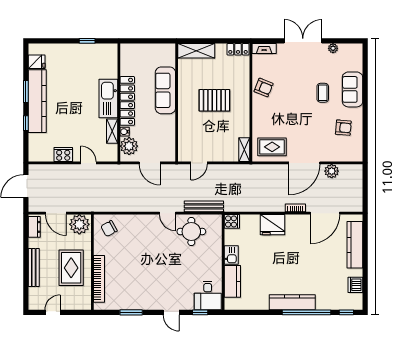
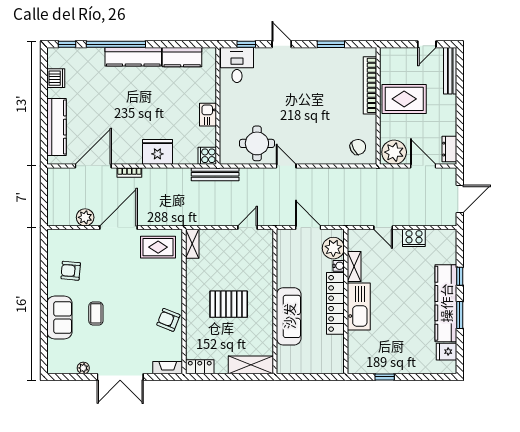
bench: (204, 206) -> (215, 174), moved
bench: (34, 268) -> (450, 71), moved
rug: (71, 268) -> (404, 99), turned 90
kitchen counter: (232, 281) -> (182, 57), moved, turned -90

